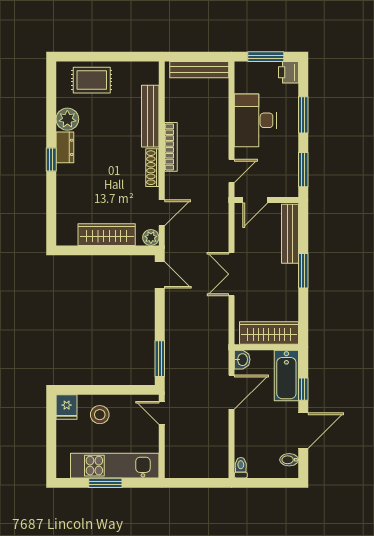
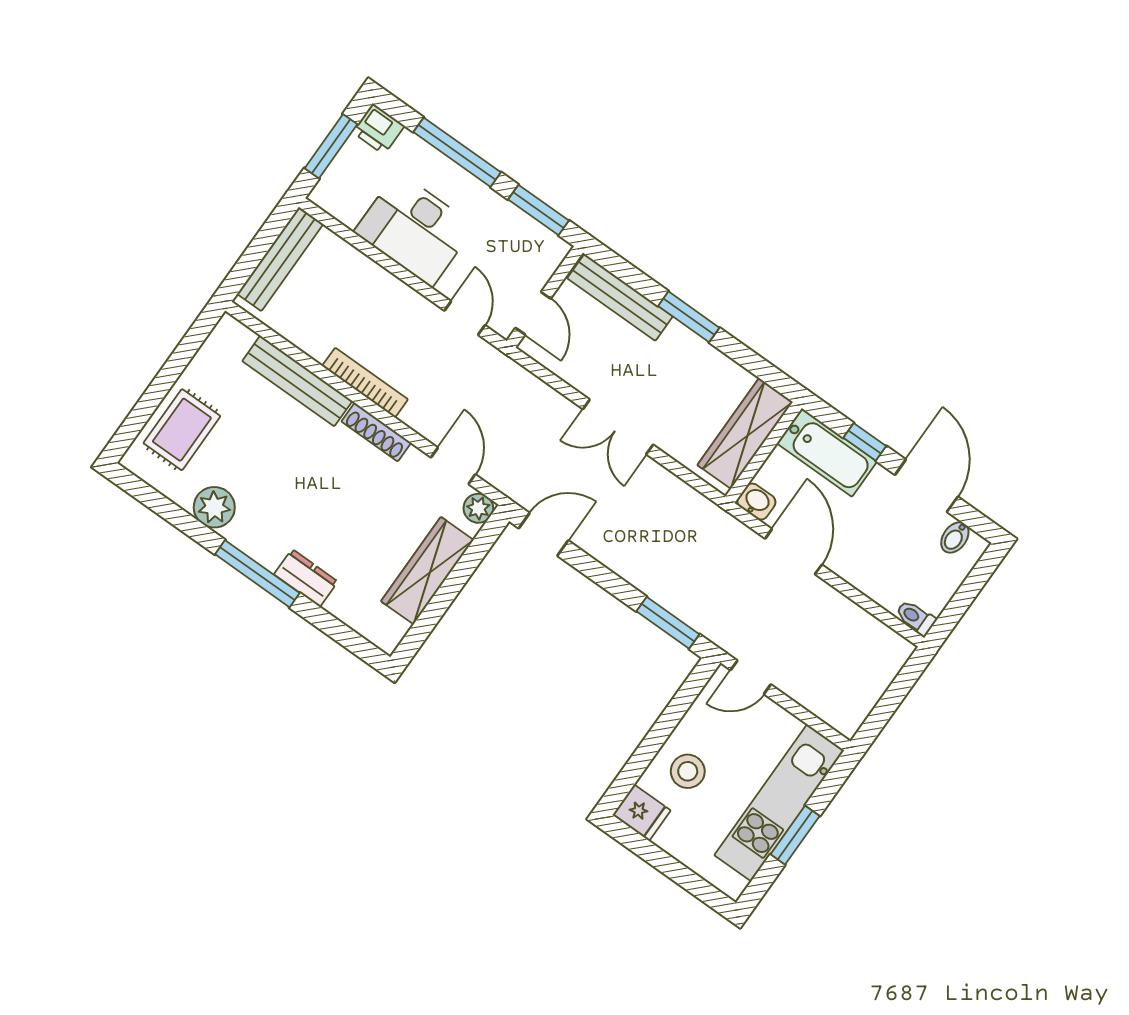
window: (303, 115) -> (457, 152), width x1.44
dresser: (65, 147) -> (306, 578), moved
window: (51, 160) -> (257, 574), width x2.17

